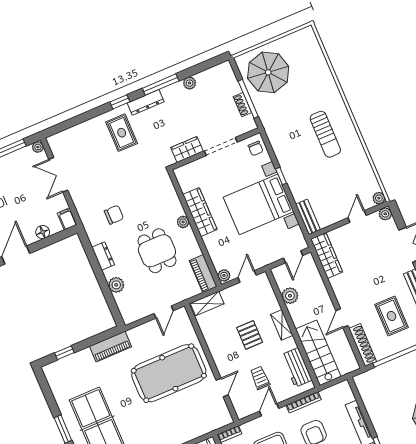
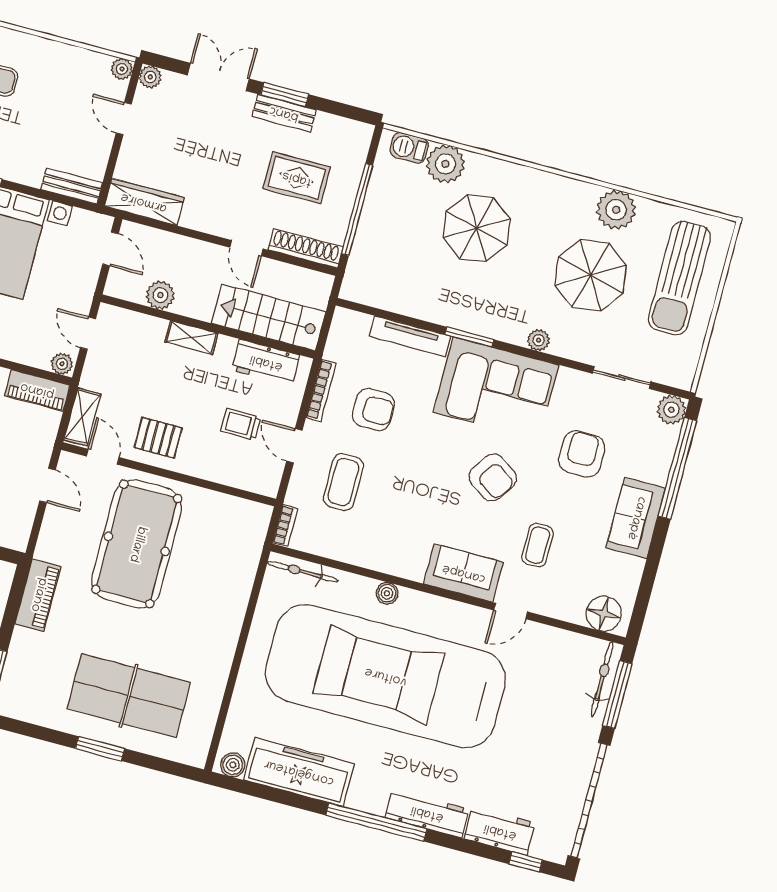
pallet: (250, 335) -> (158, 438), moved
door: (222, 388) -> (103, 457), moved

